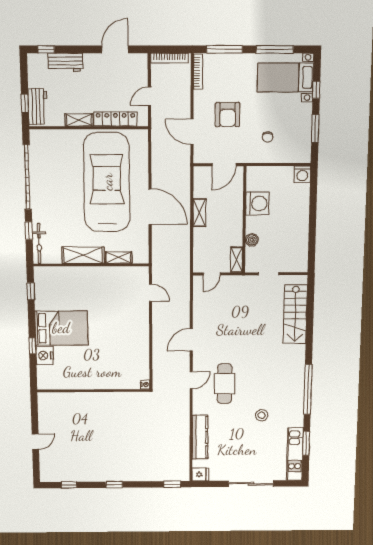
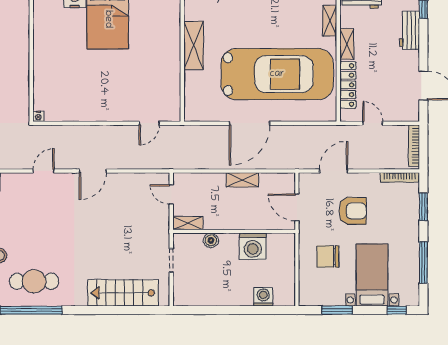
window: (225, 49) -> (423, 207), width x0.69
bed with nightstands: (285, 77) -> (372, 275), moved
window: (316, 90) -> (397, 310), moved
armchair: (228, 115) -> (353, 211), turned 180
chair: (268, 137) -> (328, 257), width x1.87, depth x1.87
washing machine: (302, 174) -> (263, 297), moved, turned 90
shelving: (118, 257) -> (330, 21), moved
door: (191, 340) -> (93, 171), swing flipped
door: (191, 380) -> (44, 171), swing flipped
cafe table: (225, 384) -> (34, 281), moved

